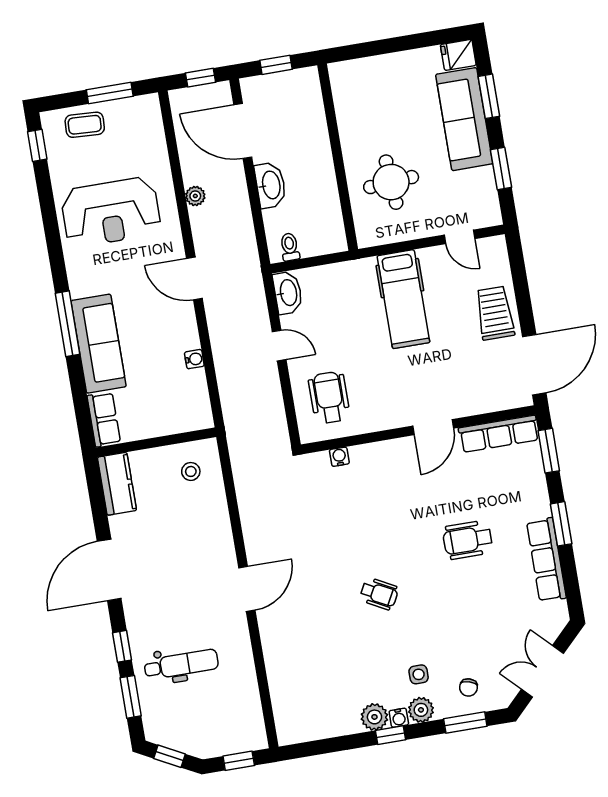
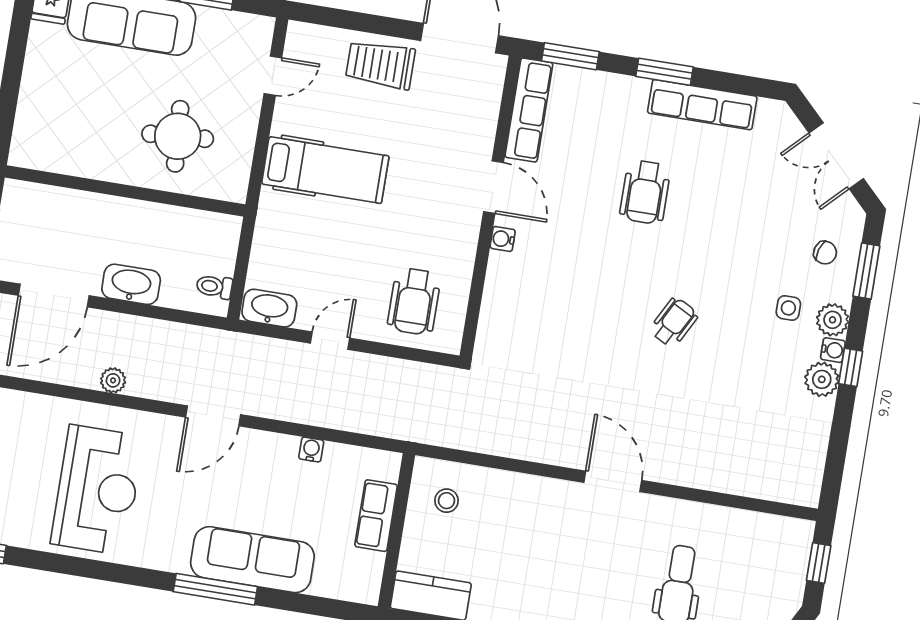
wheelchair: (329, 397) -> (414, 301), turned -90
row of seats: (104, 419) -> (376, 516), moved, turned -90
water cooler: (339, 457) -> (503, 239), moved

